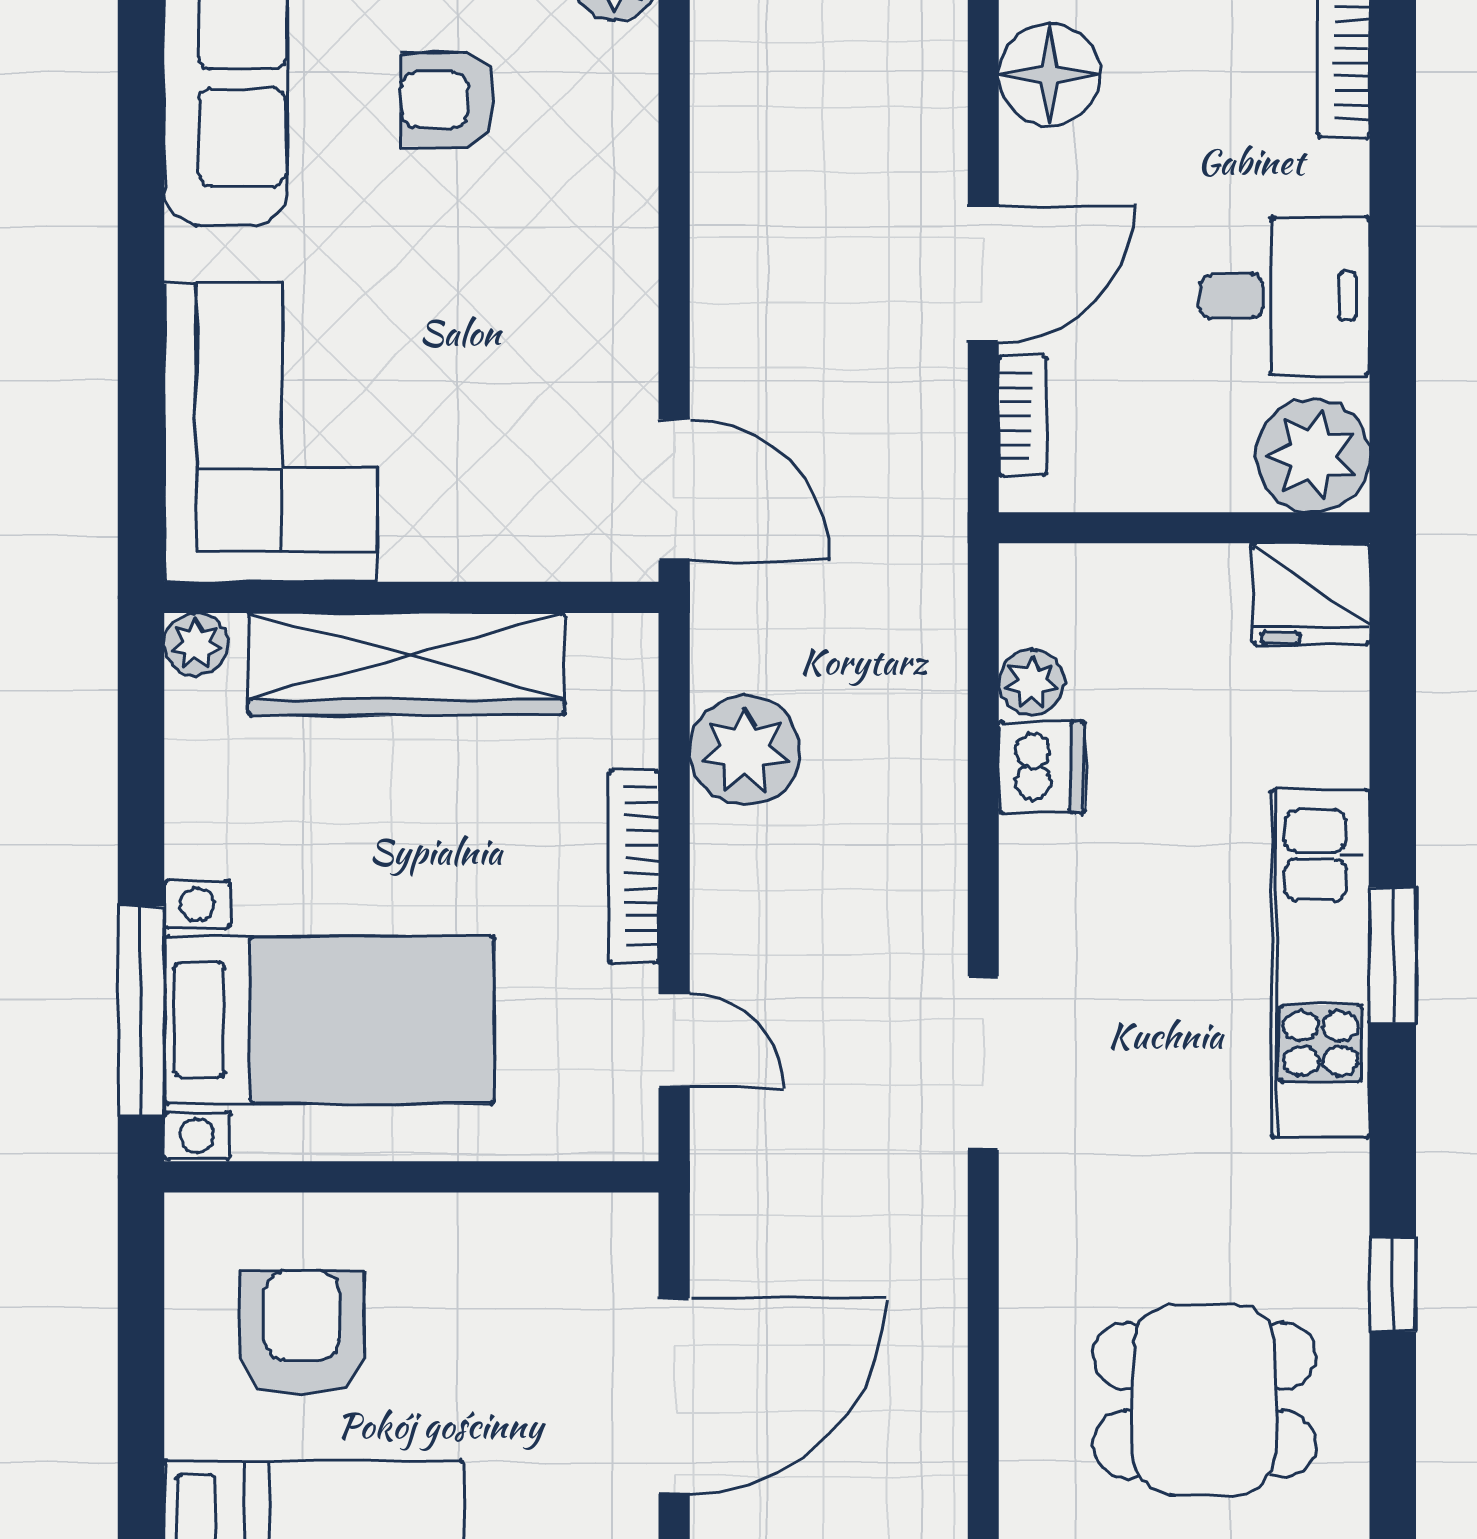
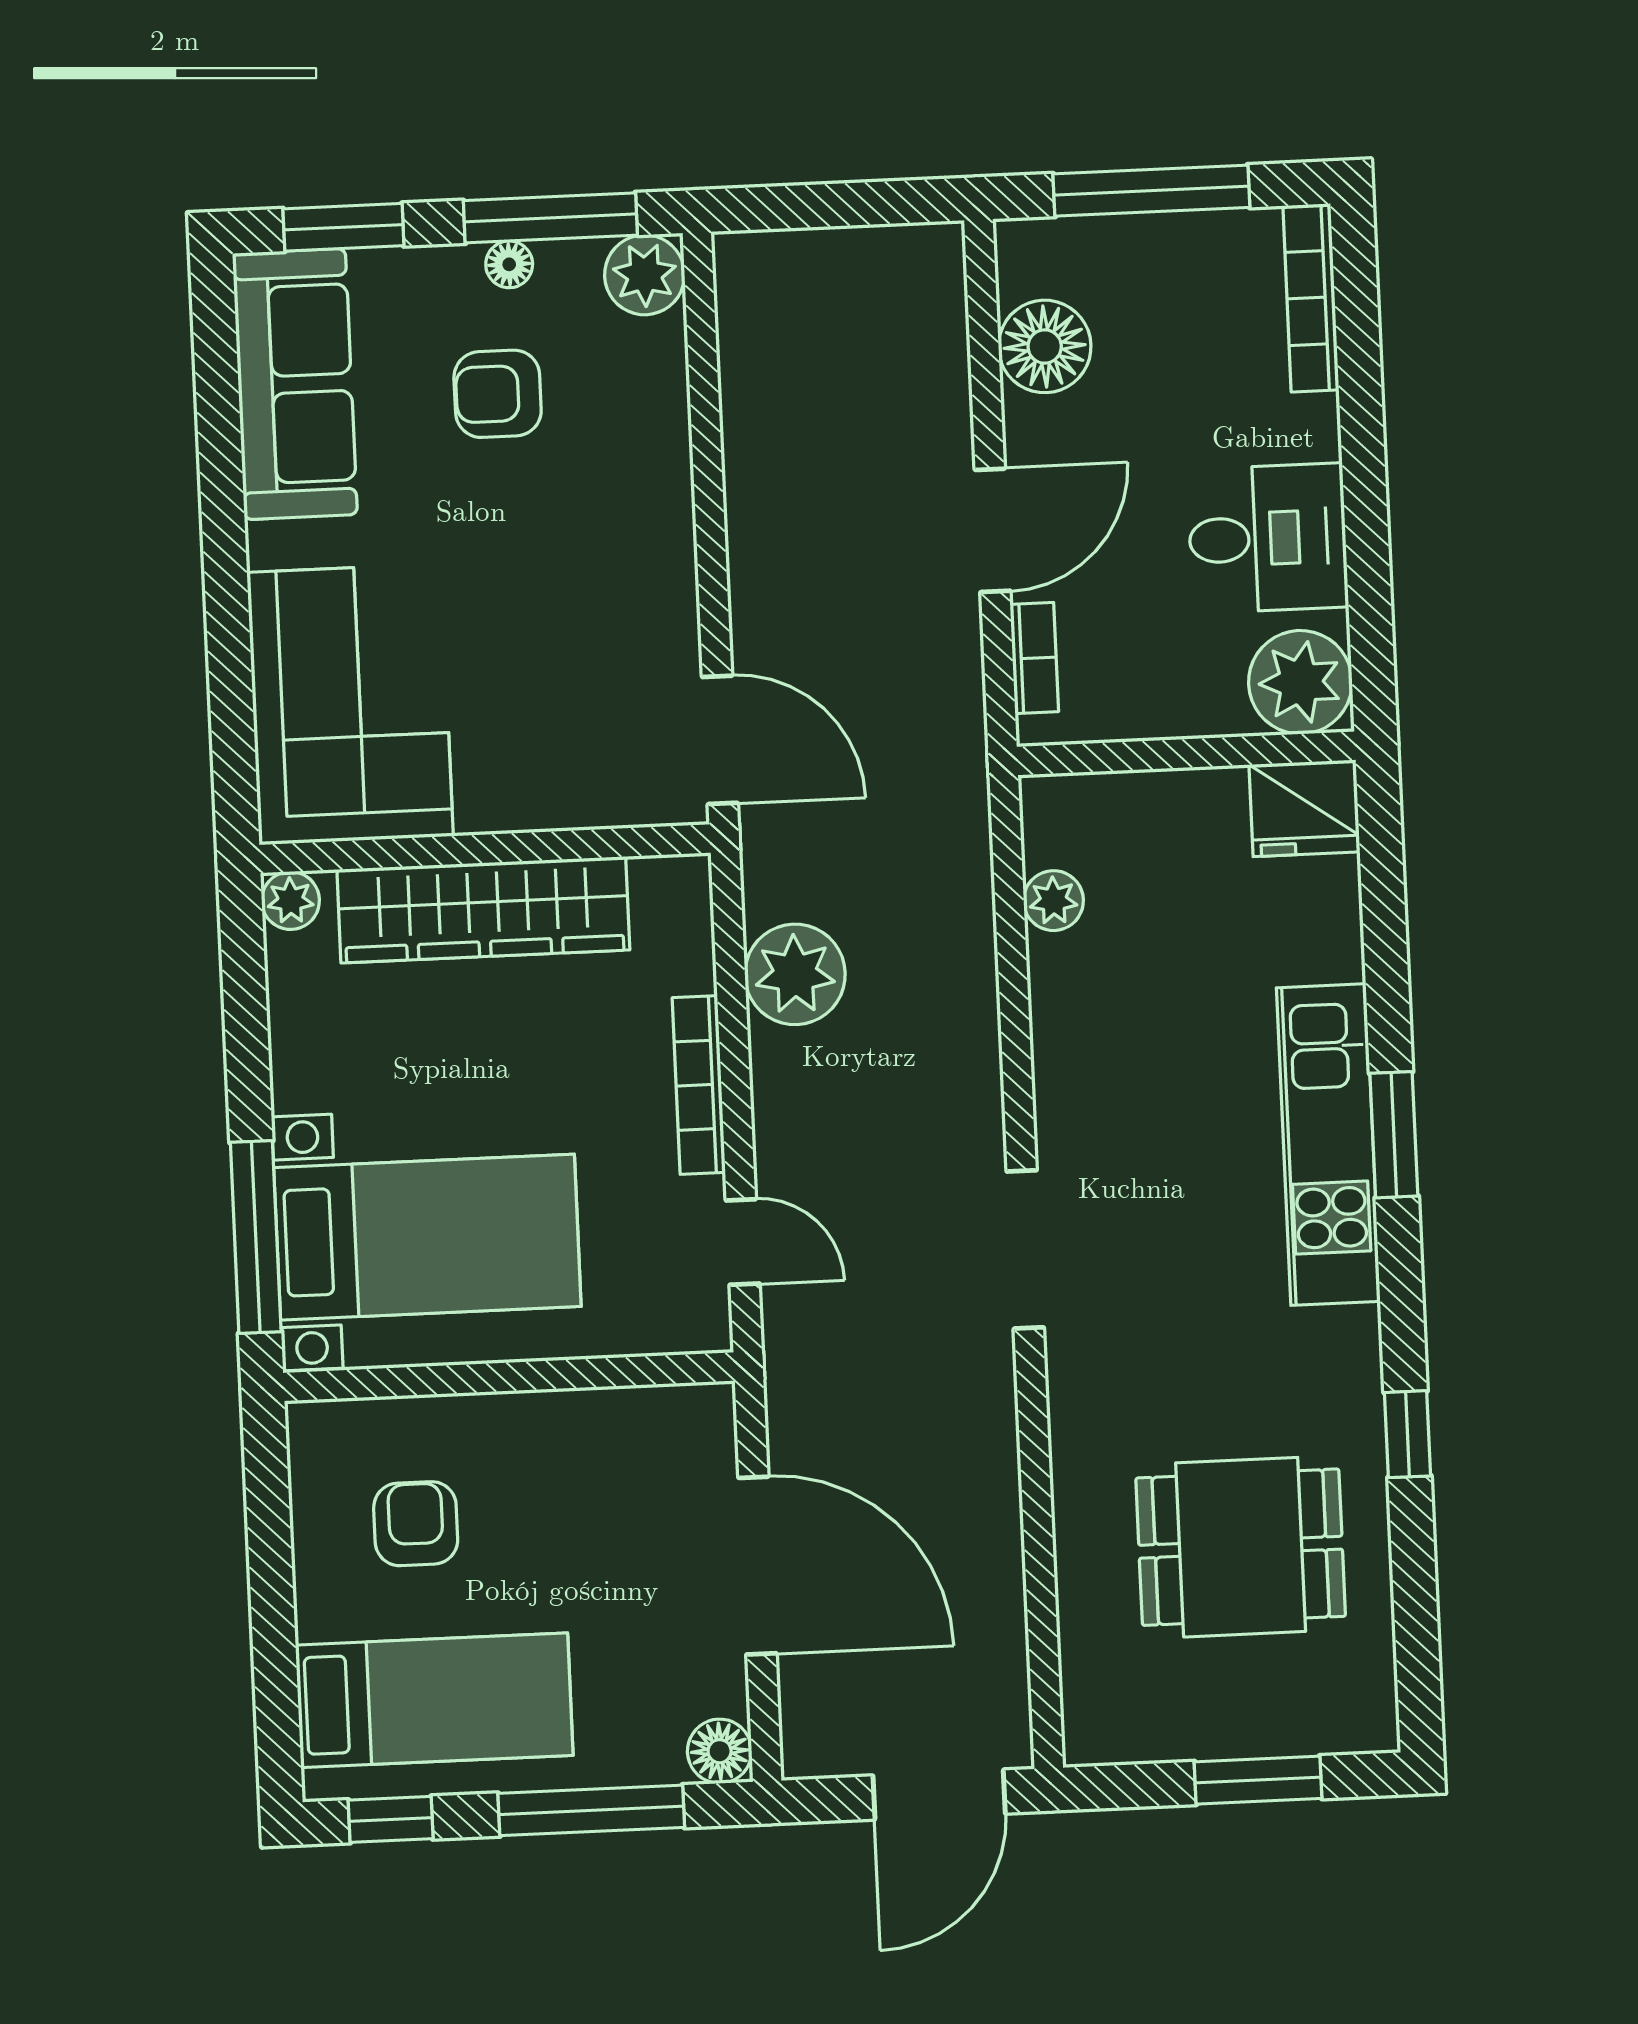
dishwasher: (1041, 767) -> (1066, 977), removed
armchair: (302, 1333) -> (416, 1524), width x0.72, depth x0.72
door: (674, 1396) -> (757, 1566), hinge flipped

